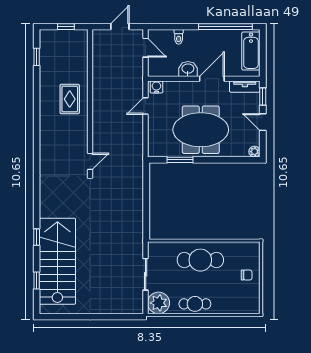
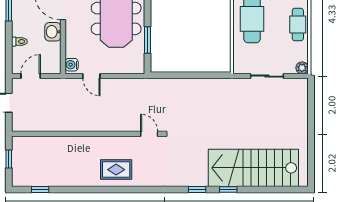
rug: (70, 99) -> (116, 170), moved
window: (37, 281) -> (197, 190), moved
plant: (159, 303) -> (302, 68), width x0.53, depth x0.53

